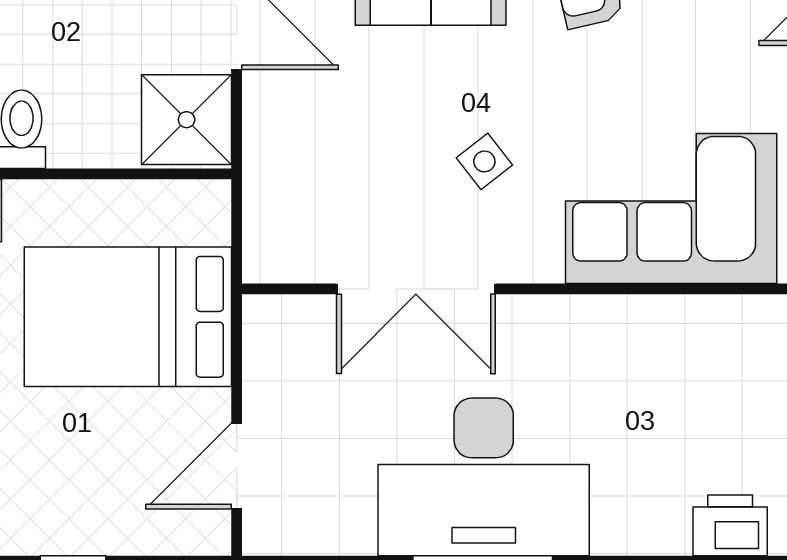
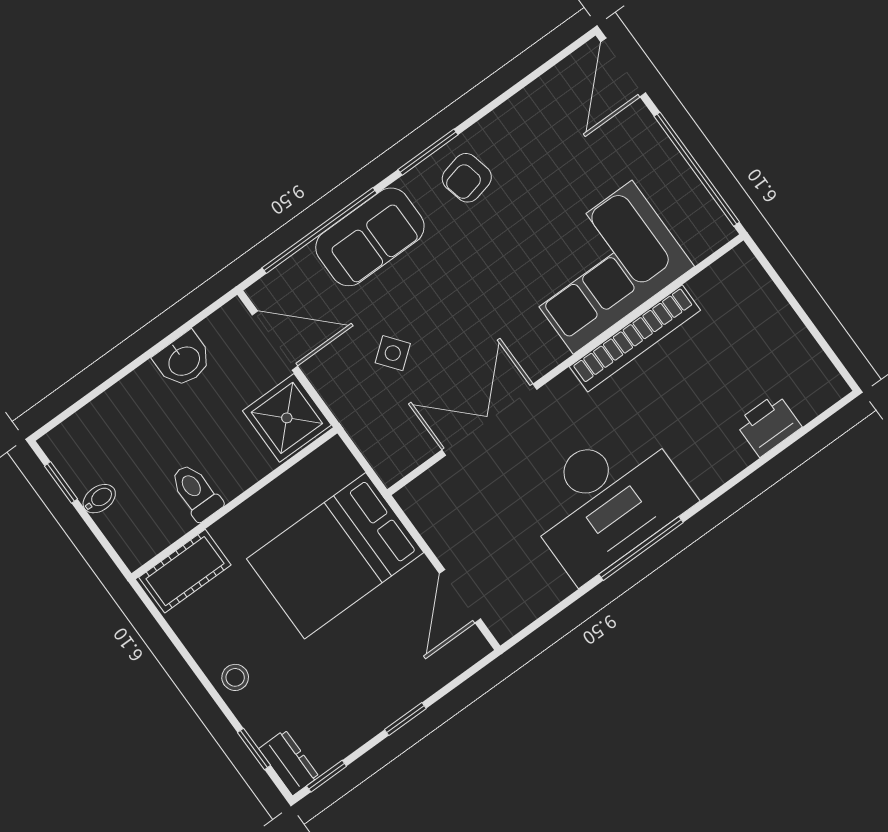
side table: (484, 161) -> (393, 353), moved
double door: (416, 289) -> (489, 420), swing flipped
bookcase: (649, 316) -> (635, 338), added

